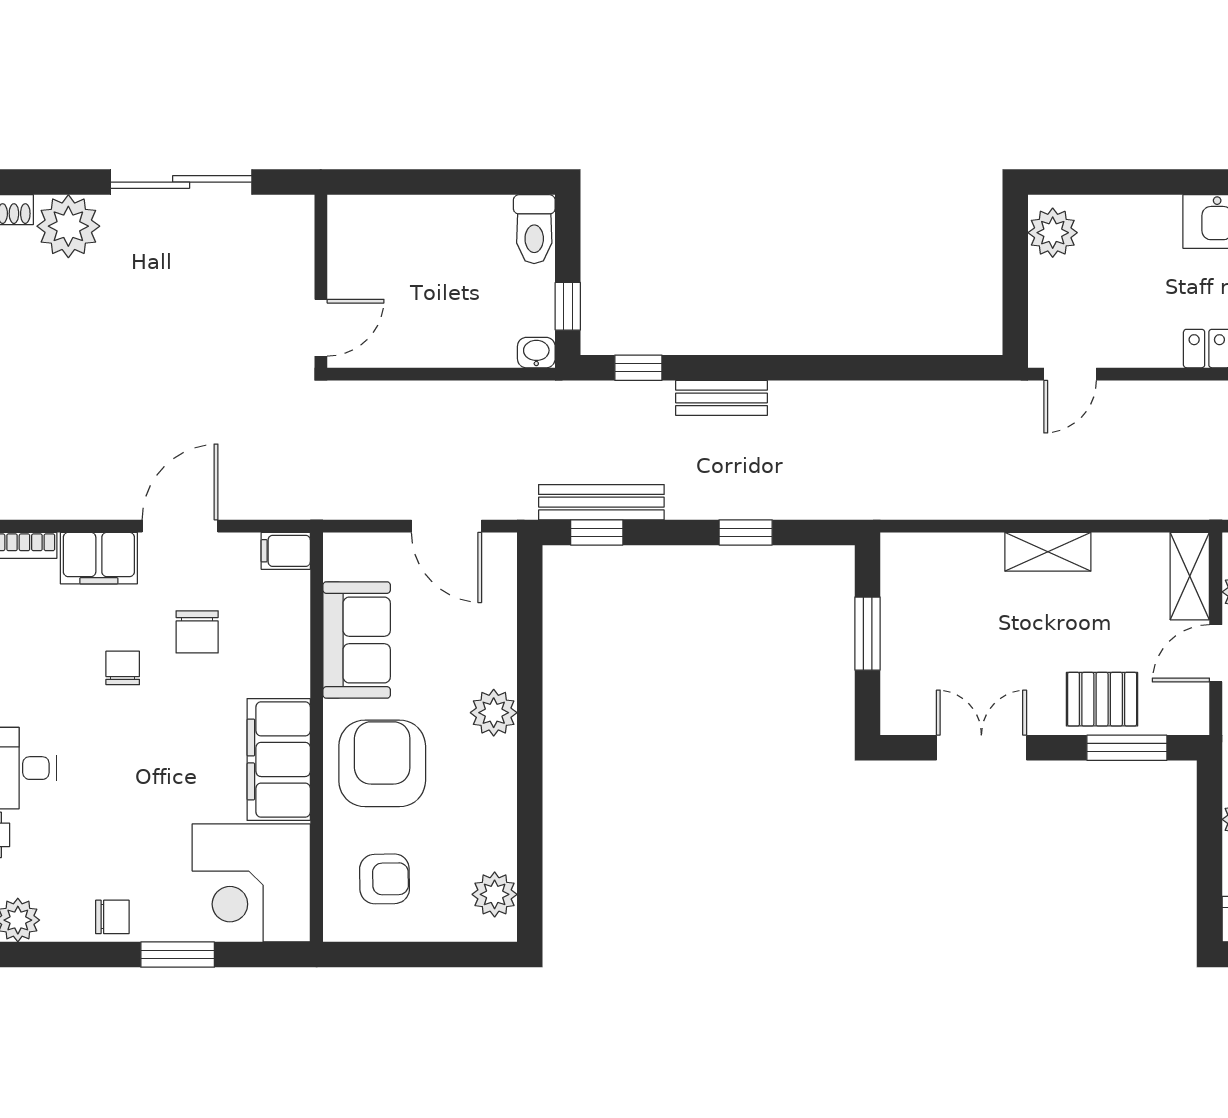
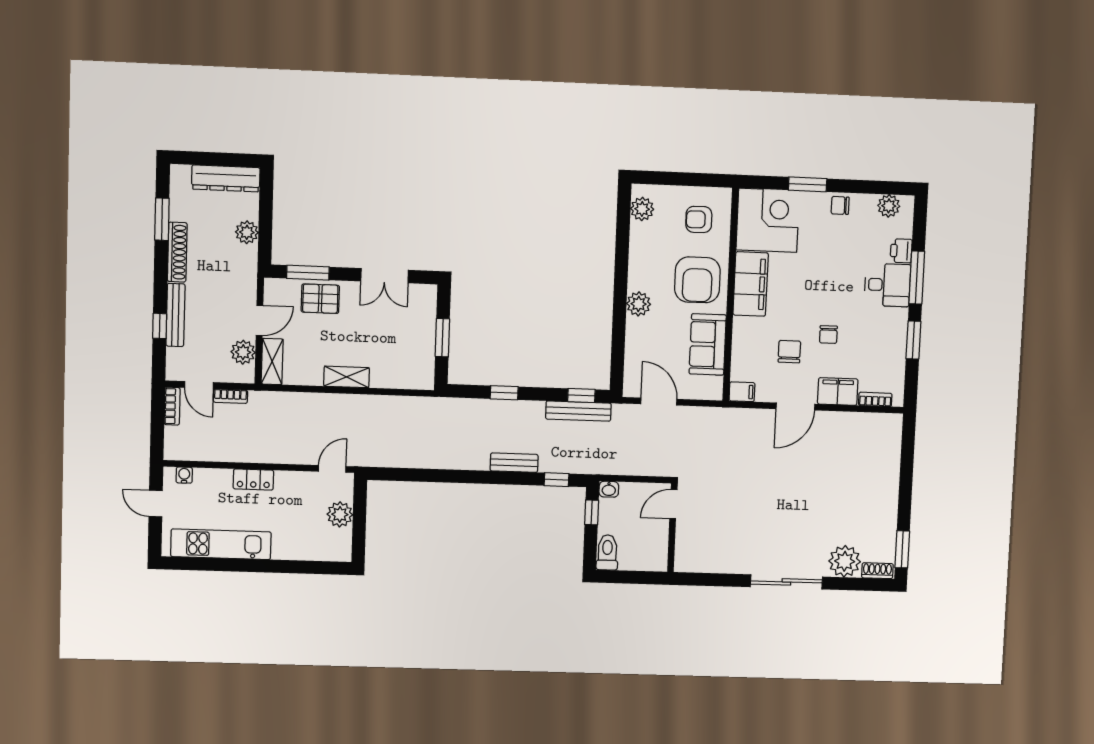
plant: (1053, 233) -> (340, 514), moved
wall: (321, 281) -> (672, 528), moved
door: (321, 328) -> (673, 504), moved

